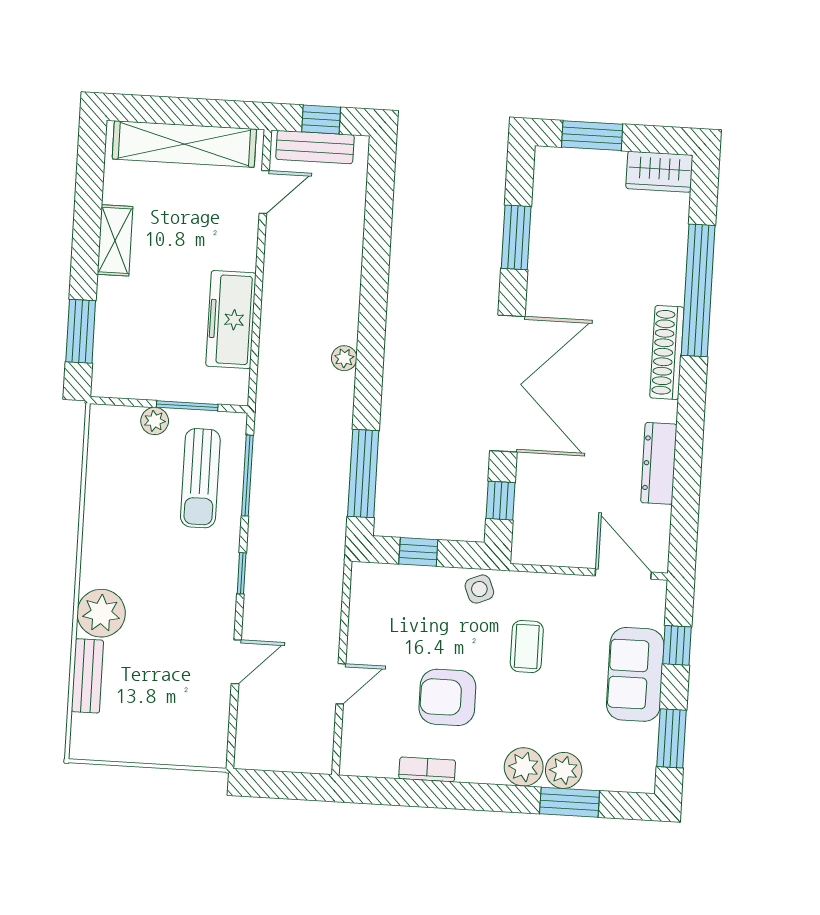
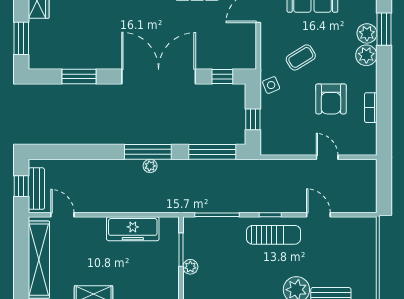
window: (370, 356) -> (148, 152), added
sun lounger: (200, 478) -> (274, 235), moved
coffee table: (527, 646) -> (301, 57), turned -32

